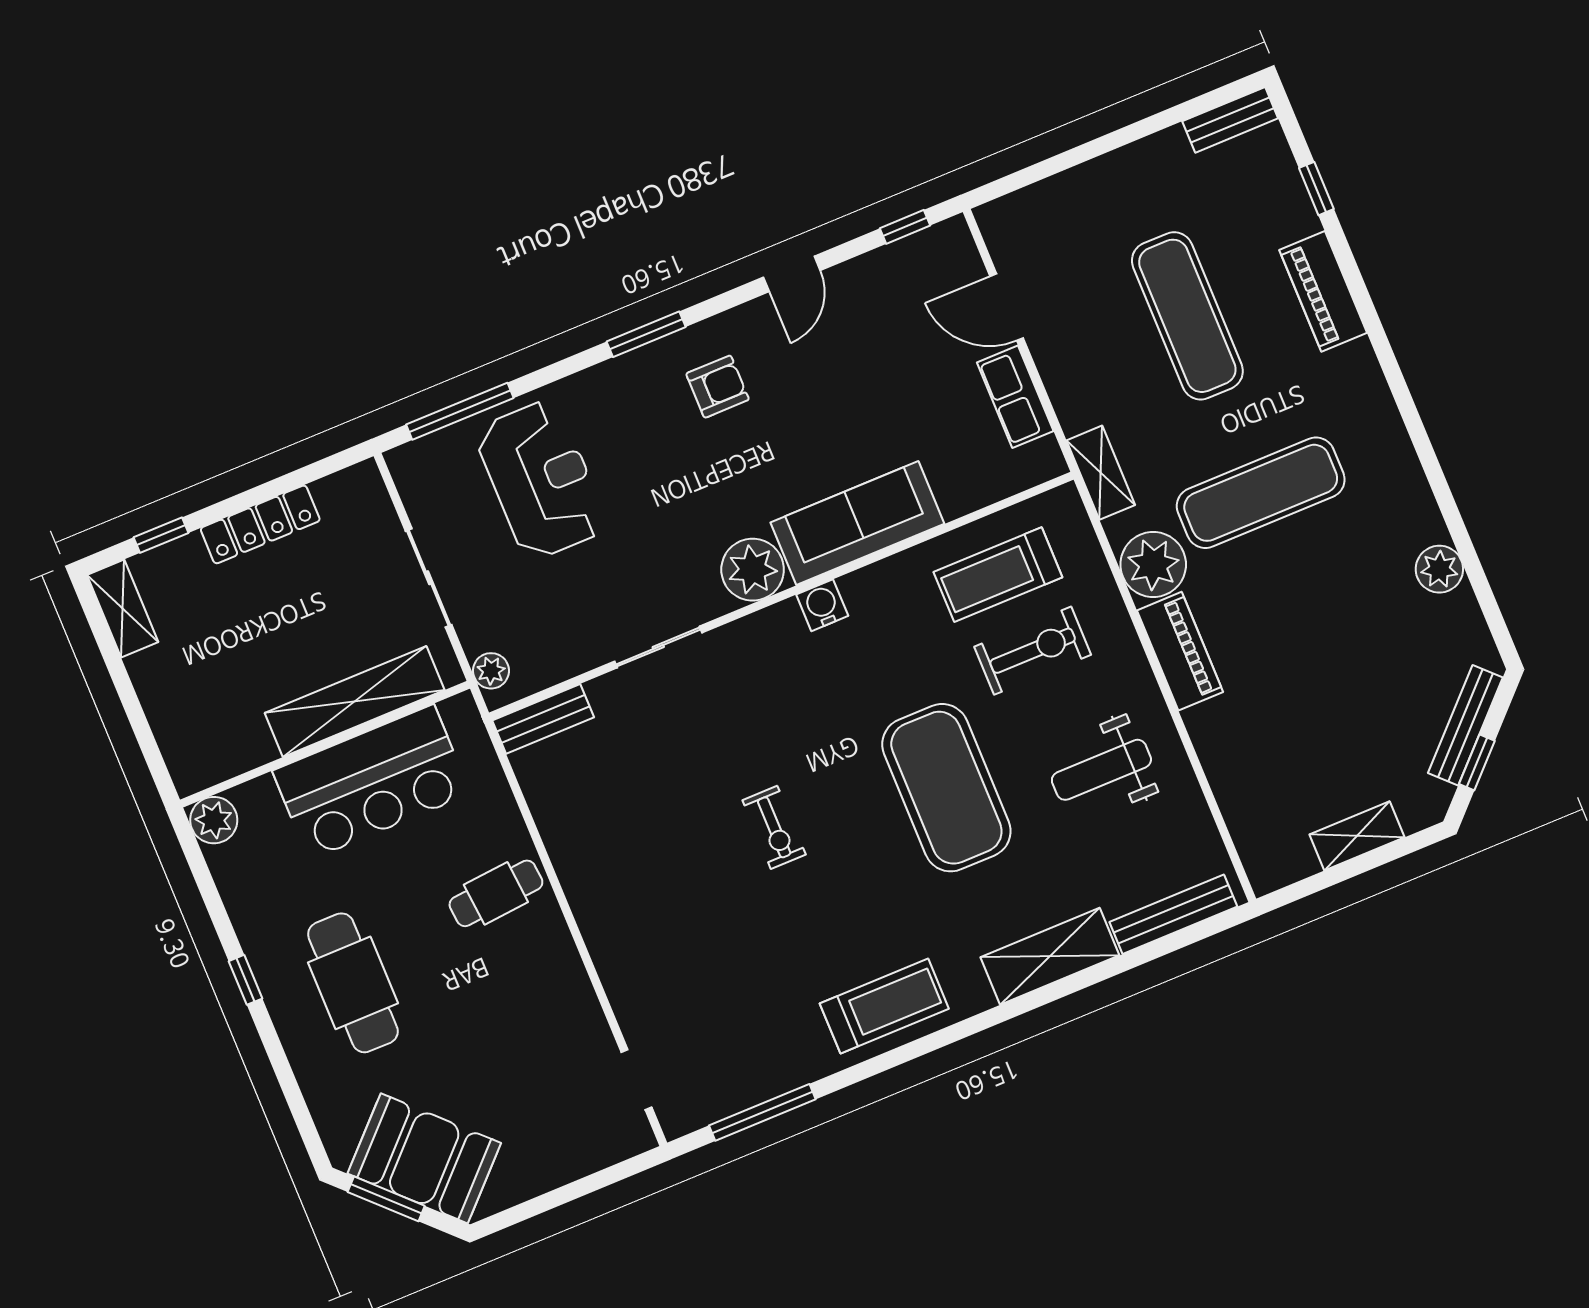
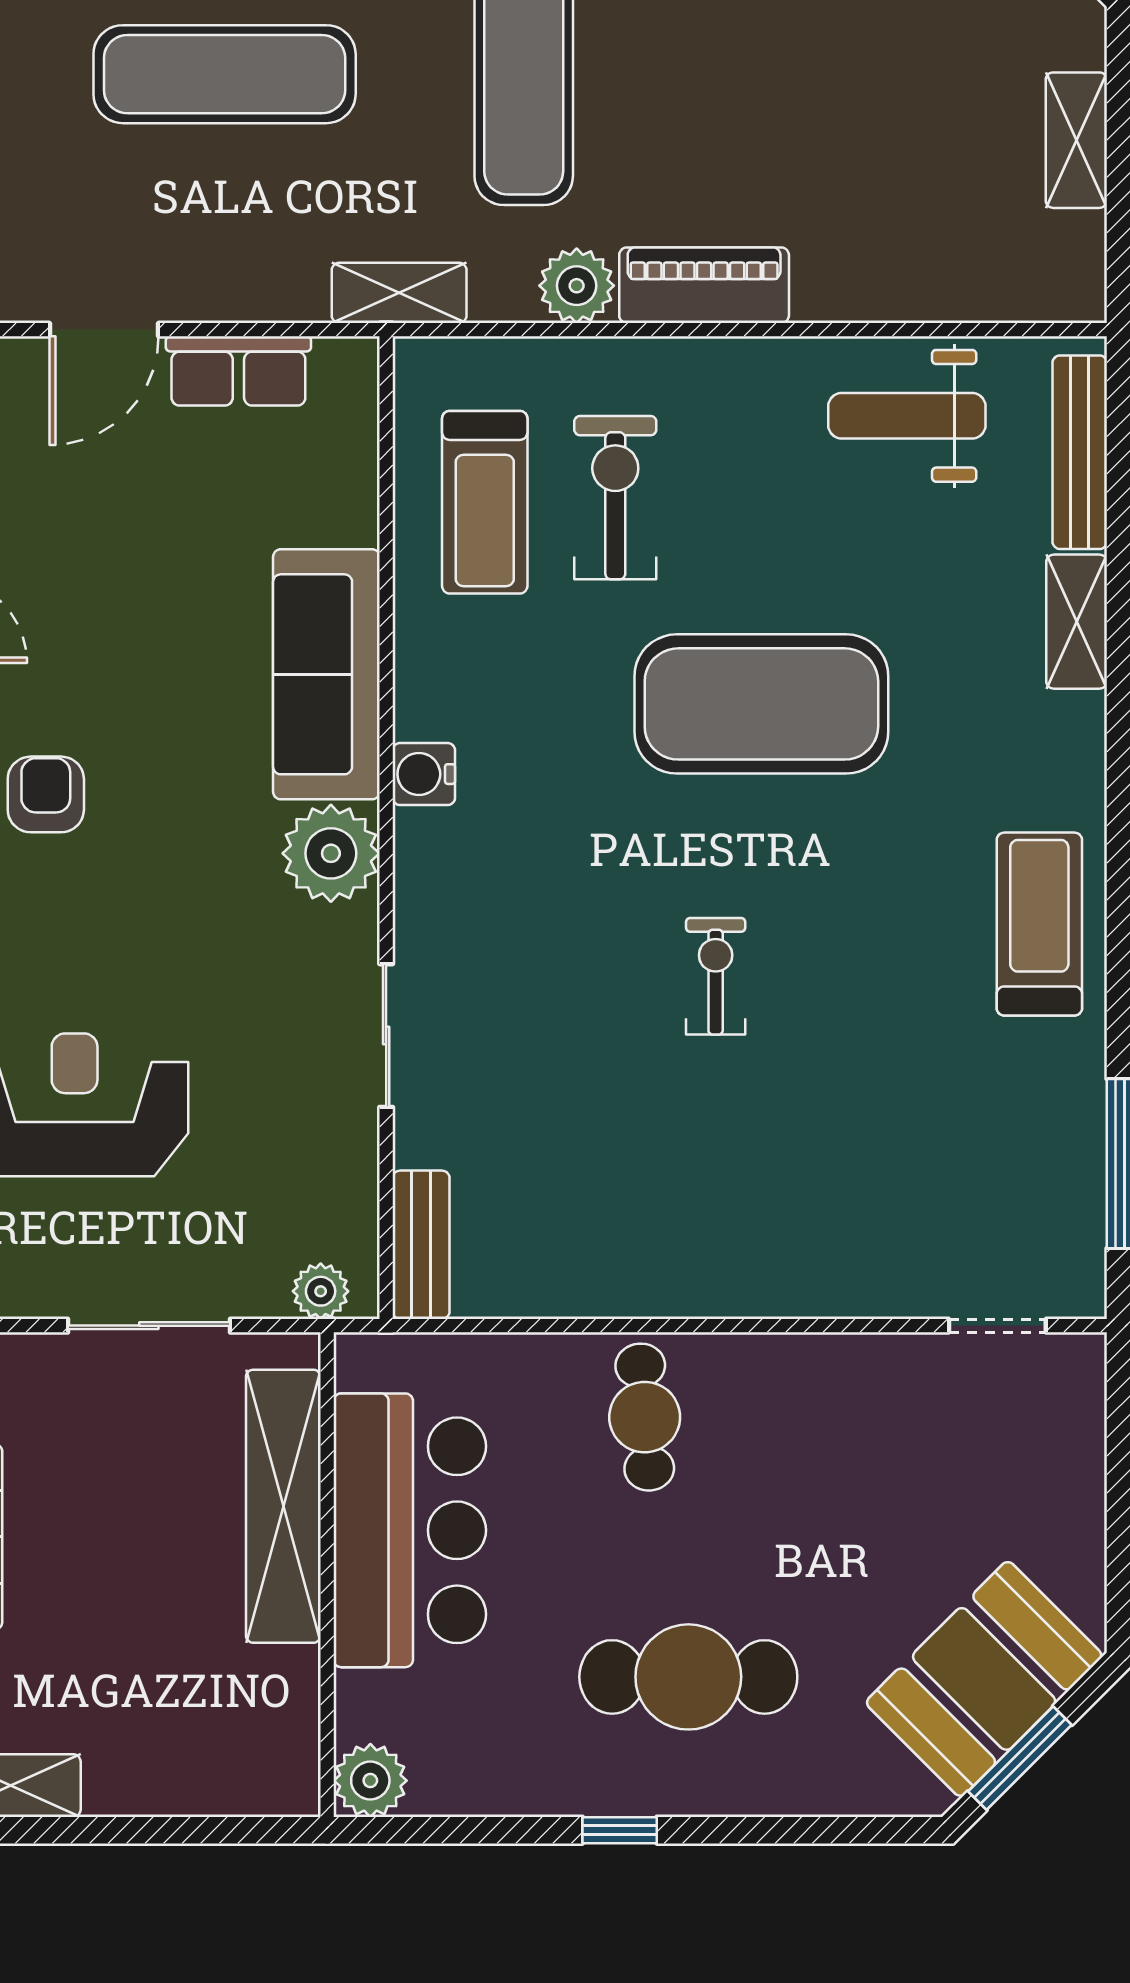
plant: (1153, 565) -> (577, 286), width x0.73, depth x0.73
weight bench: (1101, 770) -> (907, 416), moved, turned 90
exercise bike: (774, 827) -> (716, 976), turned -90
shelving: (1050, 956) -> (1077, 622), width x0.67, depth x0.75

